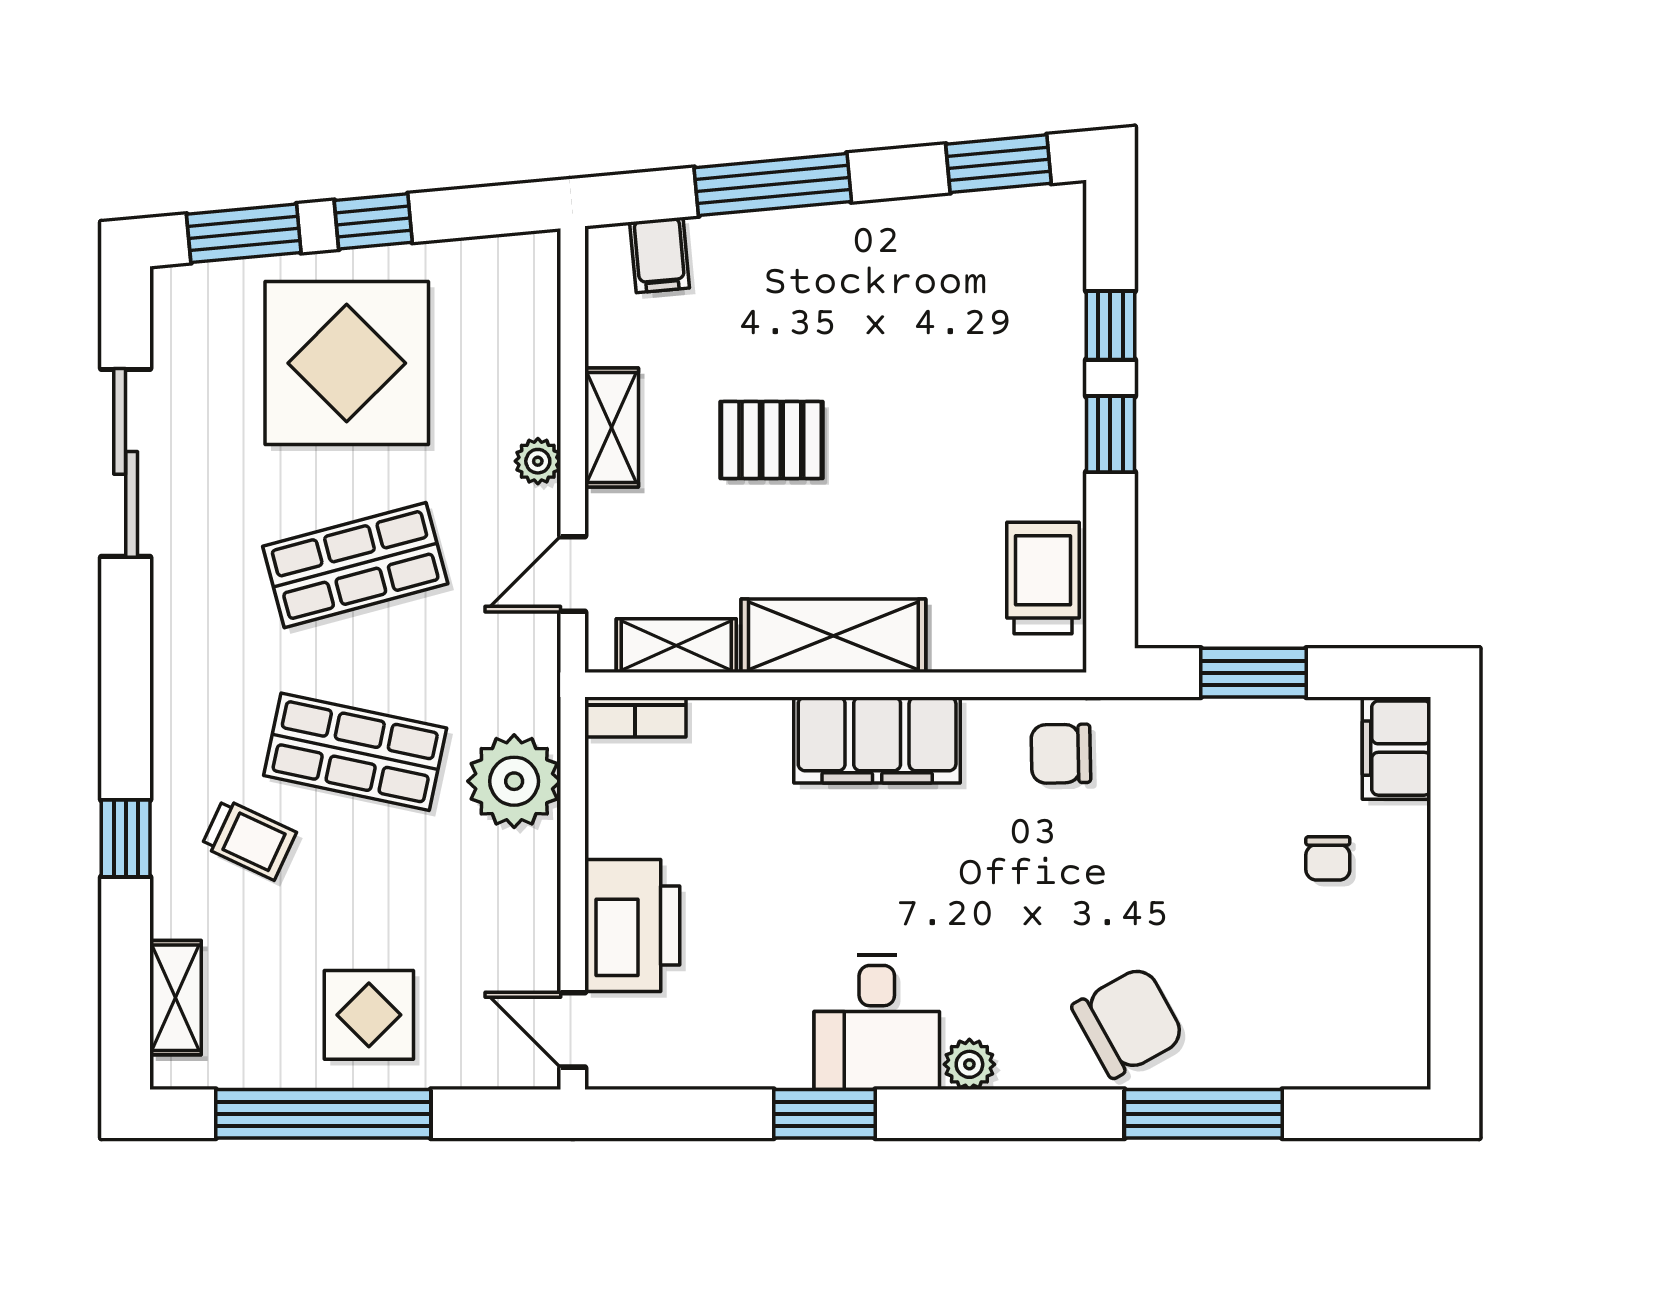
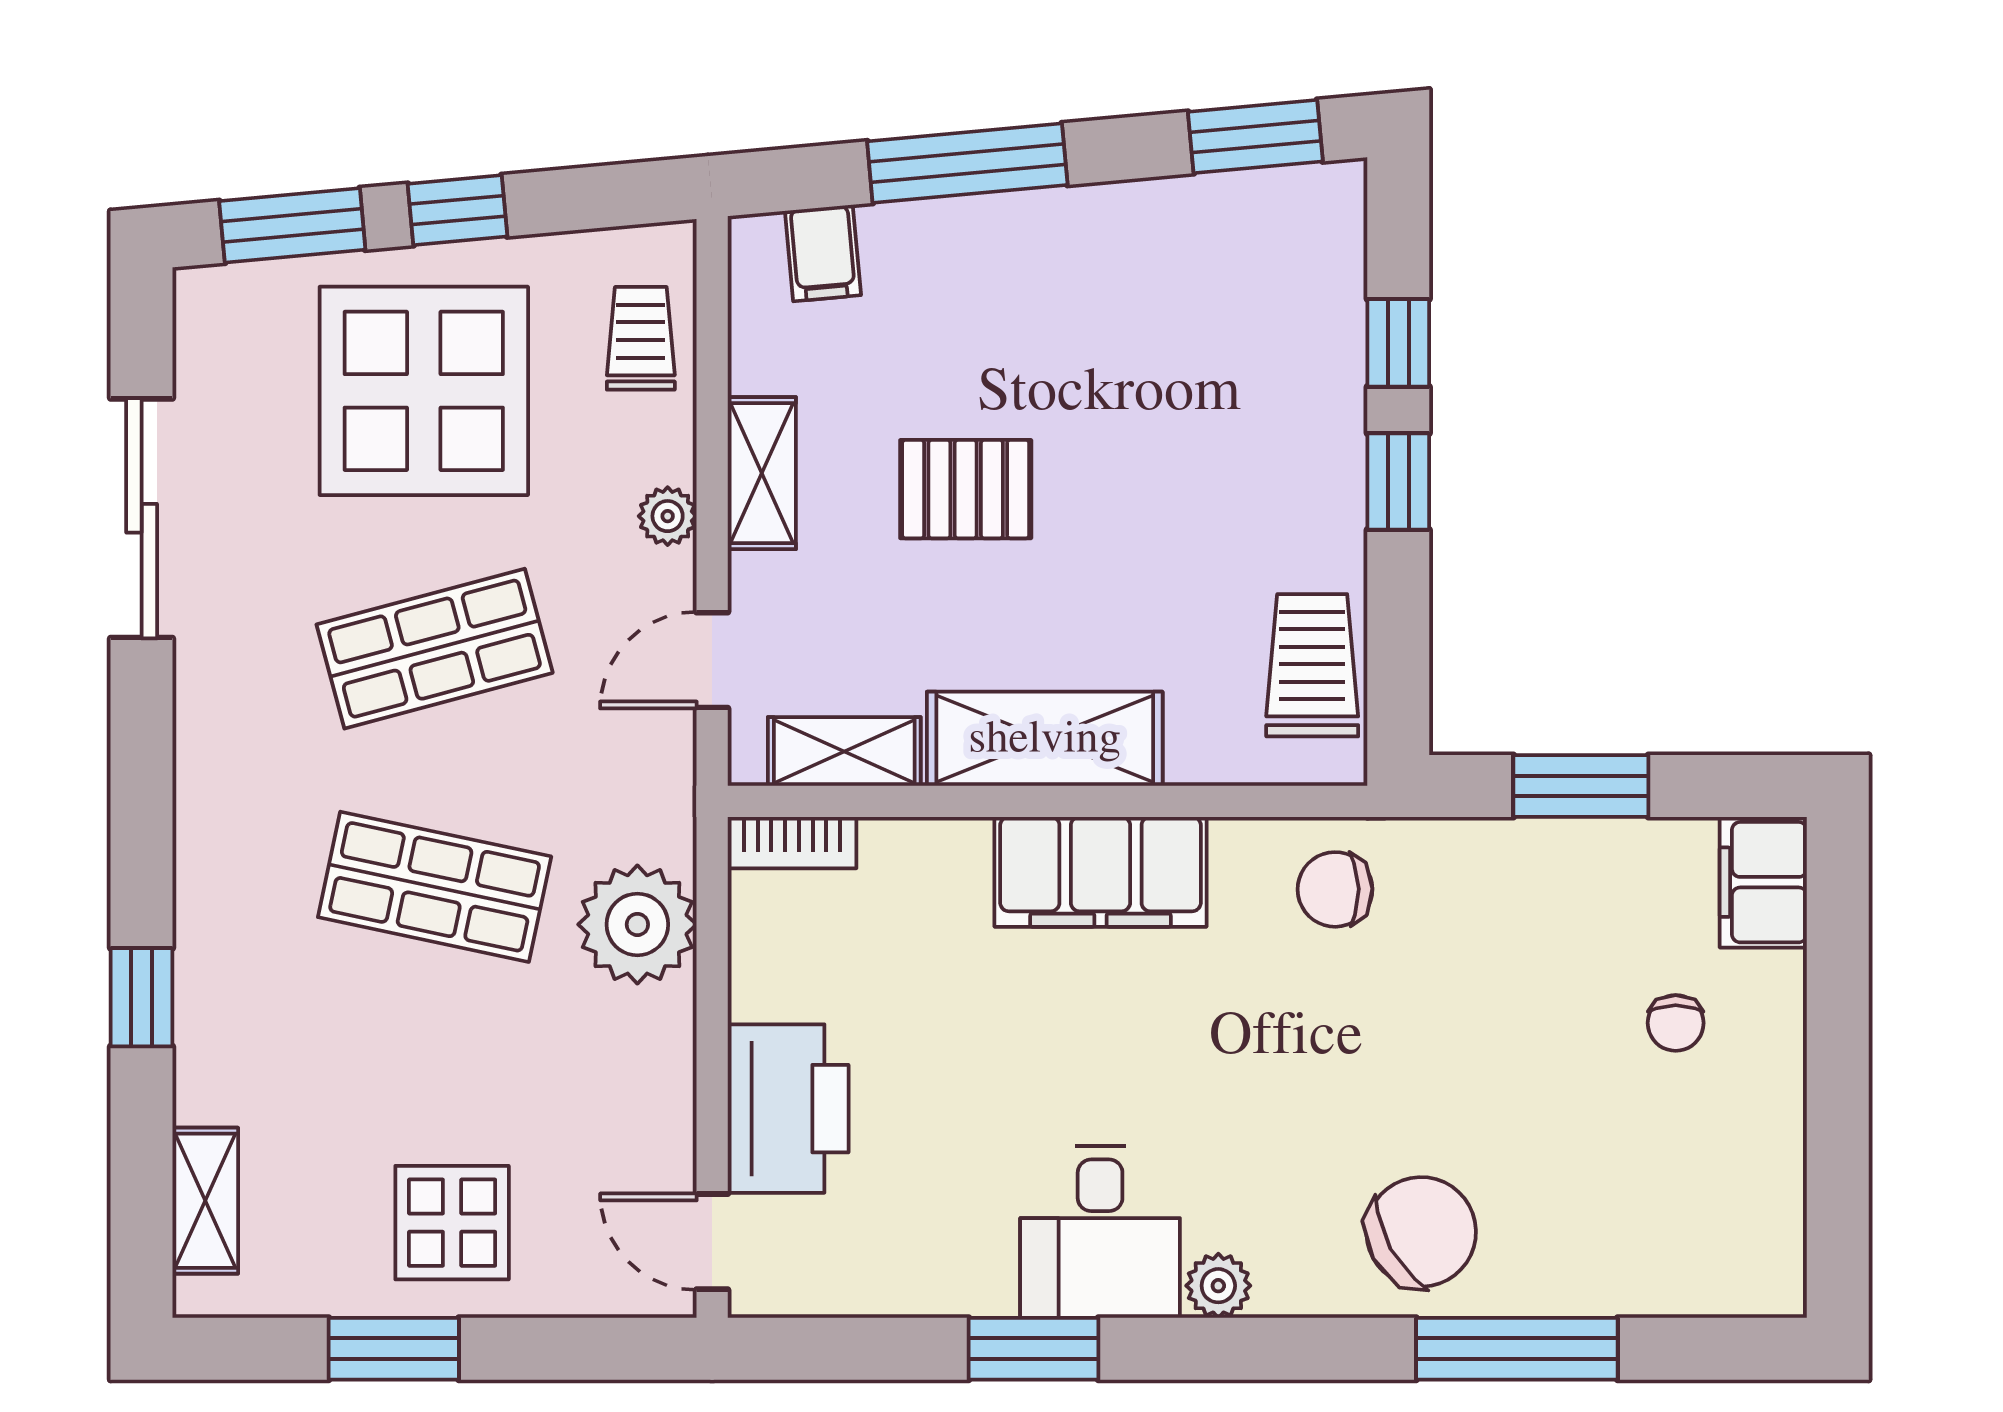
trolley: (249, 839) -> (641, 338), moved, turned -115
window: (323, 1114) -> (394, 1349), width x0.47

